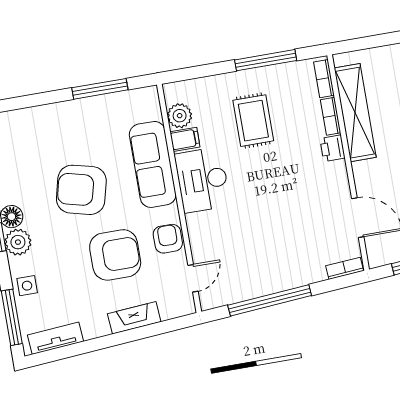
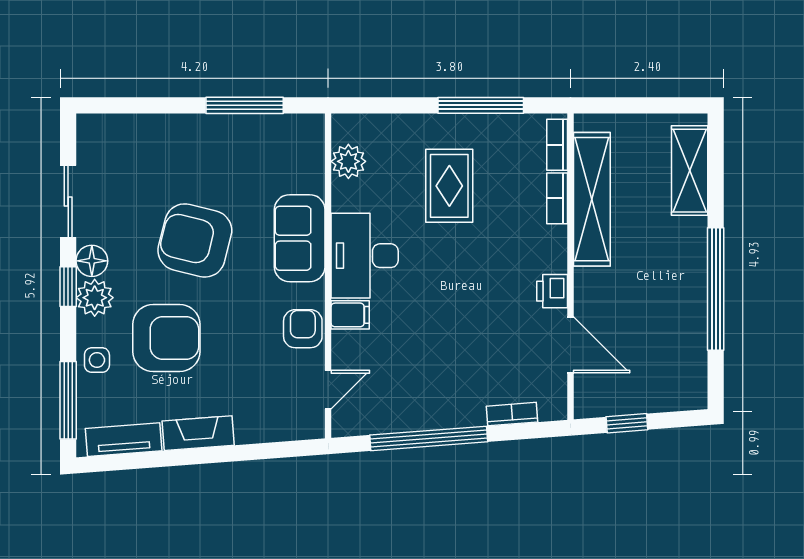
filing cabinet: (185, 139) -> (350, 315), moved
printer: (332, 148) -> (552, 291), moved
sofa: (153, 164) -> (300, 238), width x0.73
armchair: (115, 255) -> (166, 338), moved
bookcase: (345, 268) -> (512, 414), moved
fireplace: (134, 318) -> (198, 433), moved

